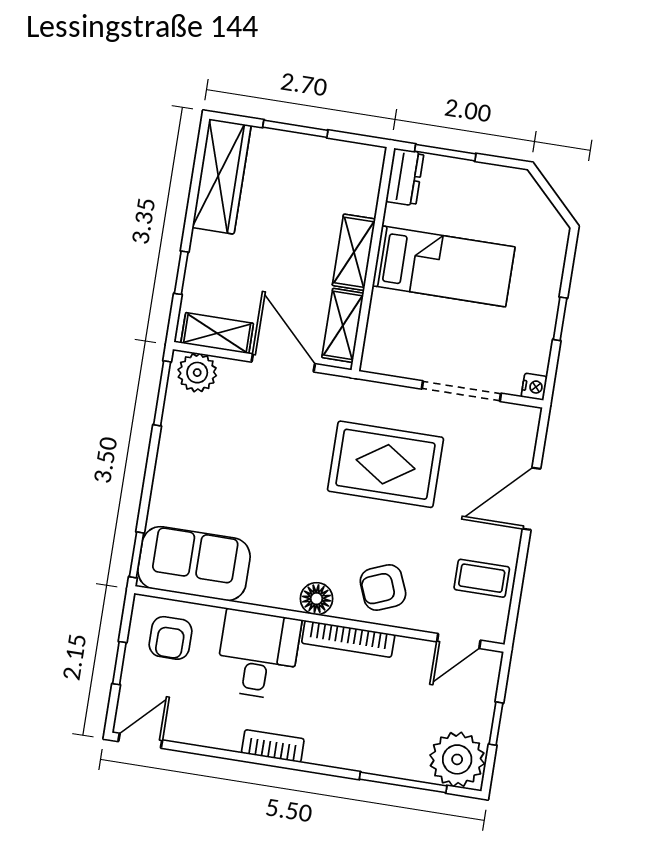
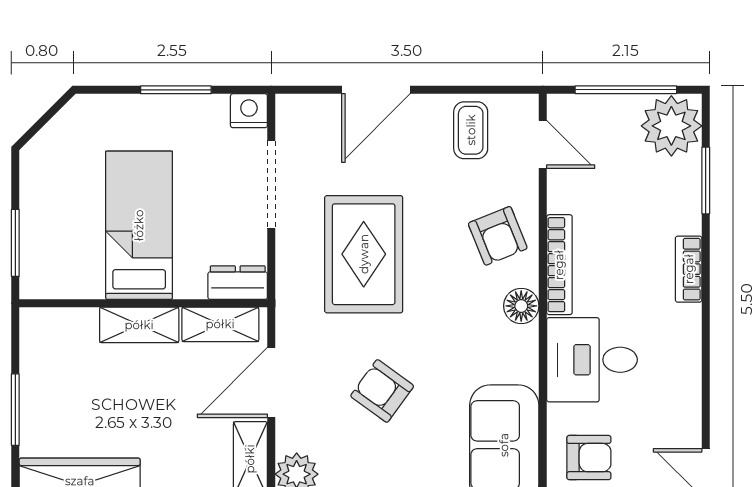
dresser: (405, 177) -> (238, 283), moved
window: (560, 319) -> (176, 90), width x1.50
nightstand: (534, 387) -> (249, 111), width x1.39, depth x1.35
armchair: (260, 461) -> (382, 391), added
door: (532, 499) -> (376, 90), hinge flipped
window: (496, 724) -> (626, 90), width x2.17
bookcase: (273, 746) -> (689, 269), moved
window: (403, 782) -> (706, 180), width x0.69

